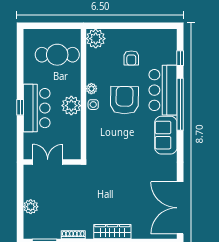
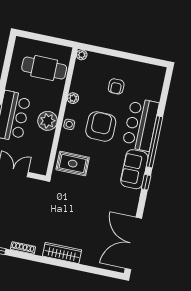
plant: (96, 39) -> (82, 55), width x0.53, depth x0.53
window: (180, 58) -> (146, 182), moved
plant: (91, 89) -> (73, 98), moved
rug: (105, 142) -> (73, 164), added

